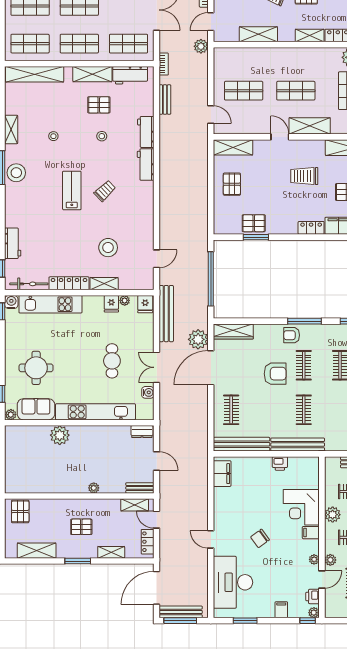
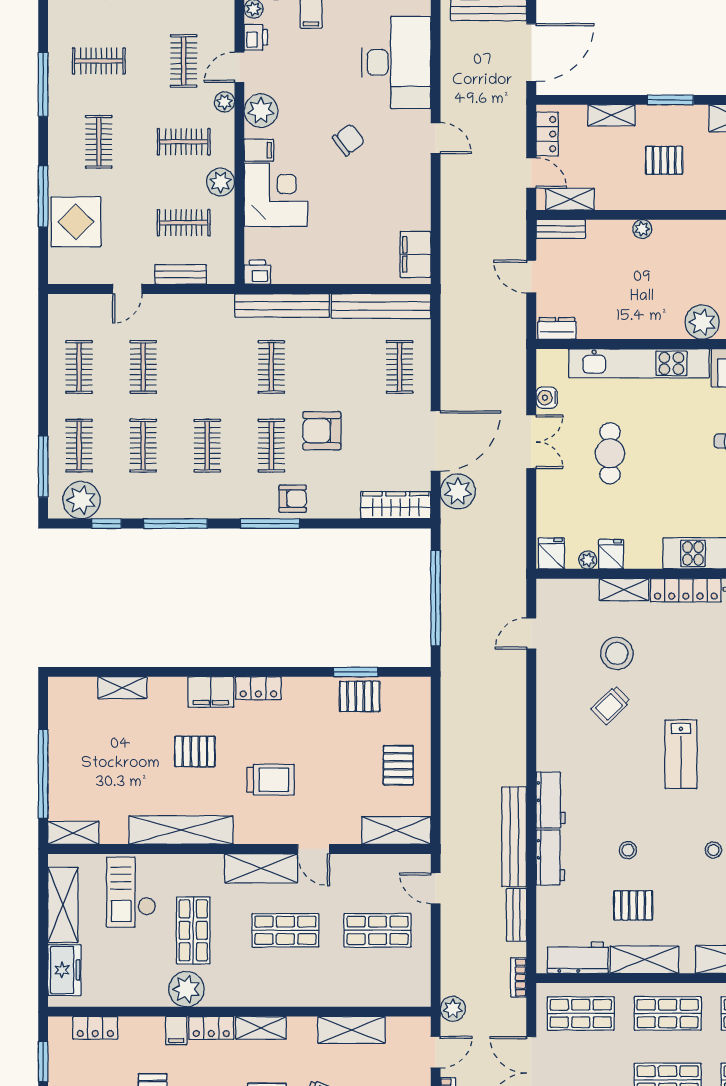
trolley: (105, 191) -> (611, 705), moved
bench: (166, 314) -> (514, 837), moved
printer: (280, 463) -> (257, 272), moved
plant: (314, 559) -> (261, 111), width x1.88, depth x1.88

